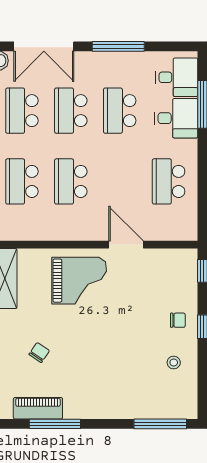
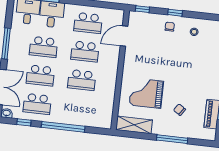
school desk: (22, 181) -> (85, 52), moved
door: (126, 245) -> (124, 36), moved
grand piano: (79, 281) -> (146, 93), moved, turned -90

